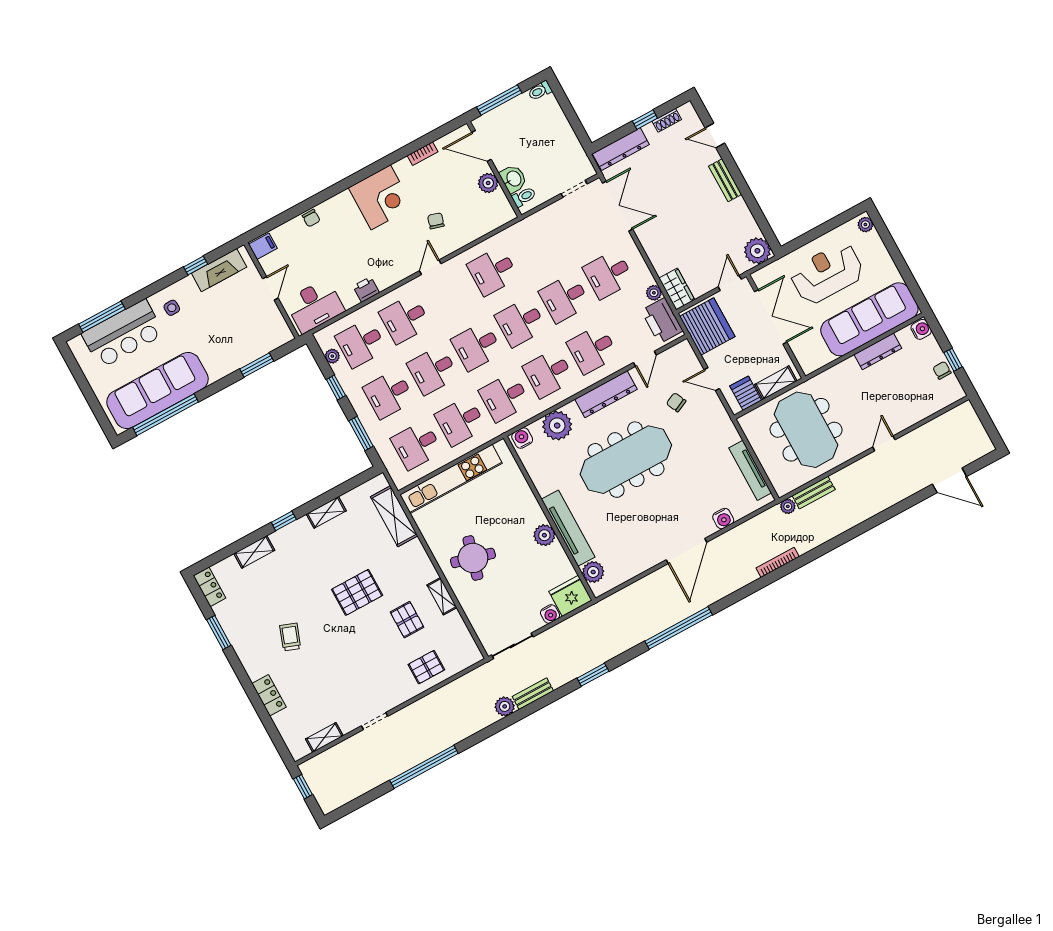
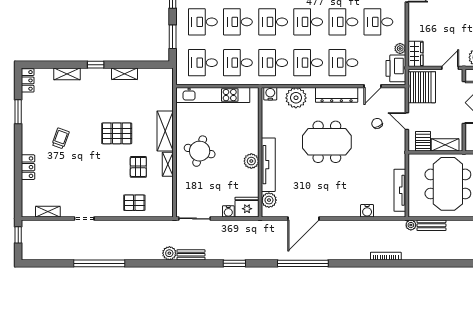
meeting table: (626, 460) -> (327, 142), width x0.73
shelving: (394, 516) -> (165, 131), moved
door: (686, 551) -> (303, 219), moved

